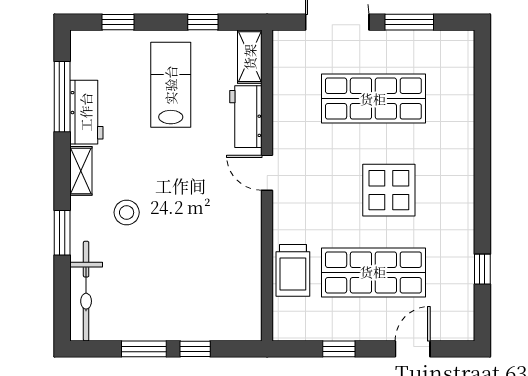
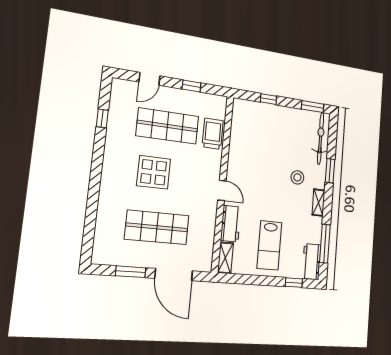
window: (203, 22) -> (249, 280), removed
workbench: (86, 112) -> (312, 262), moved
window: (144, 349) -> (313, 107), moved

